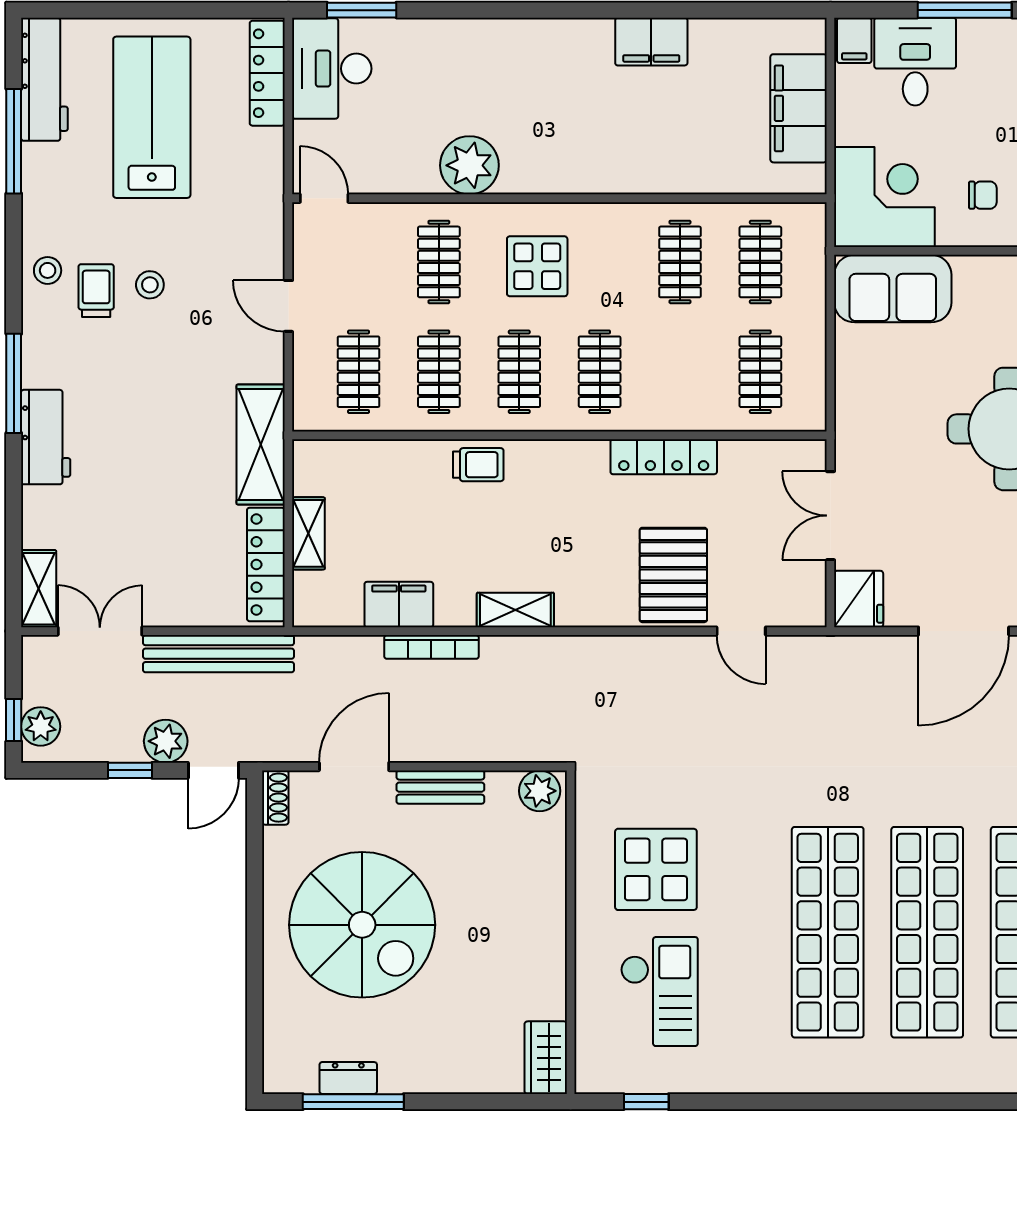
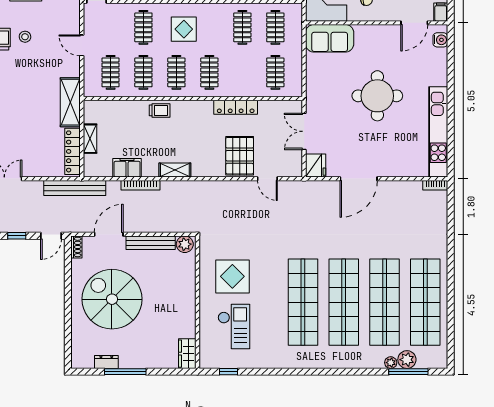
bench: (219, 654) -> (75, 188), moved
plant: (166, 741) -> (31, 224), removed
bench: (440, 787) -> (151, 243), width x1.36
spiral stairs: (362, 925) -> (112, 299), turned 180
window: (353, 1102) -> (125, 372), moved

